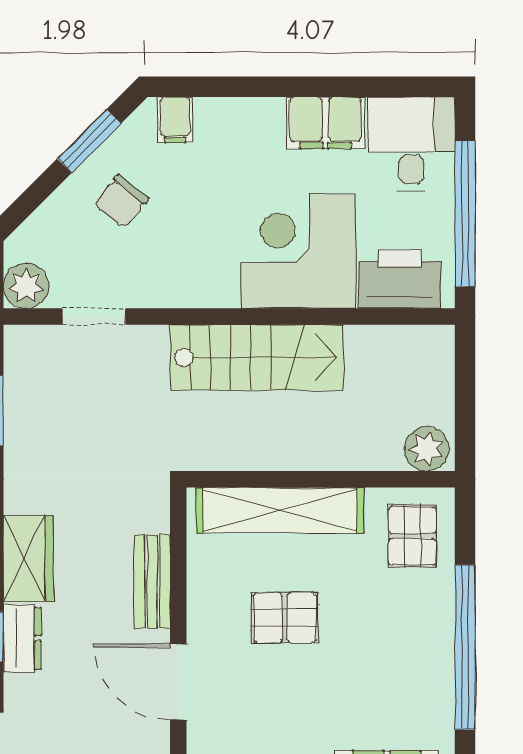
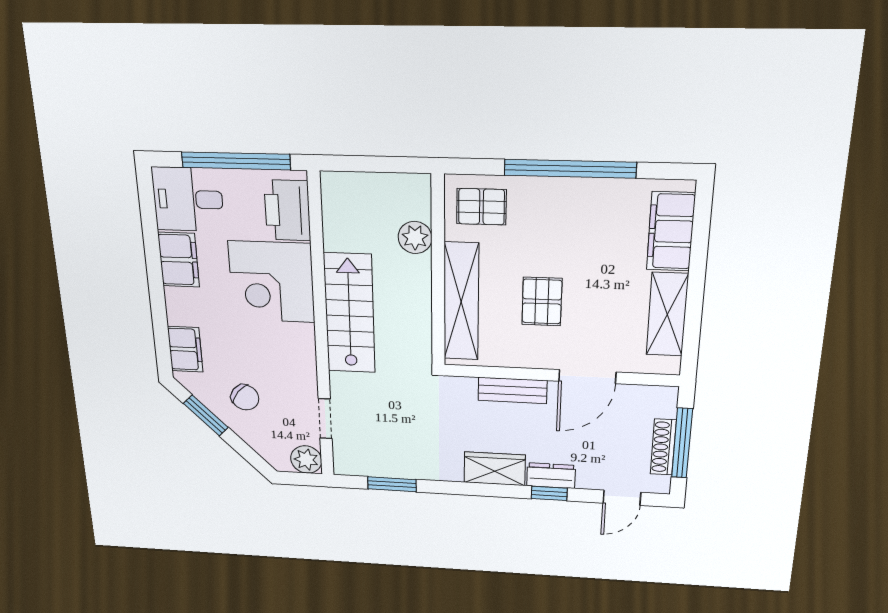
filing cabinet: (175, 120) -> (185, 349), width x2.00
plant: (427, 449) -> (415, 238), moved

